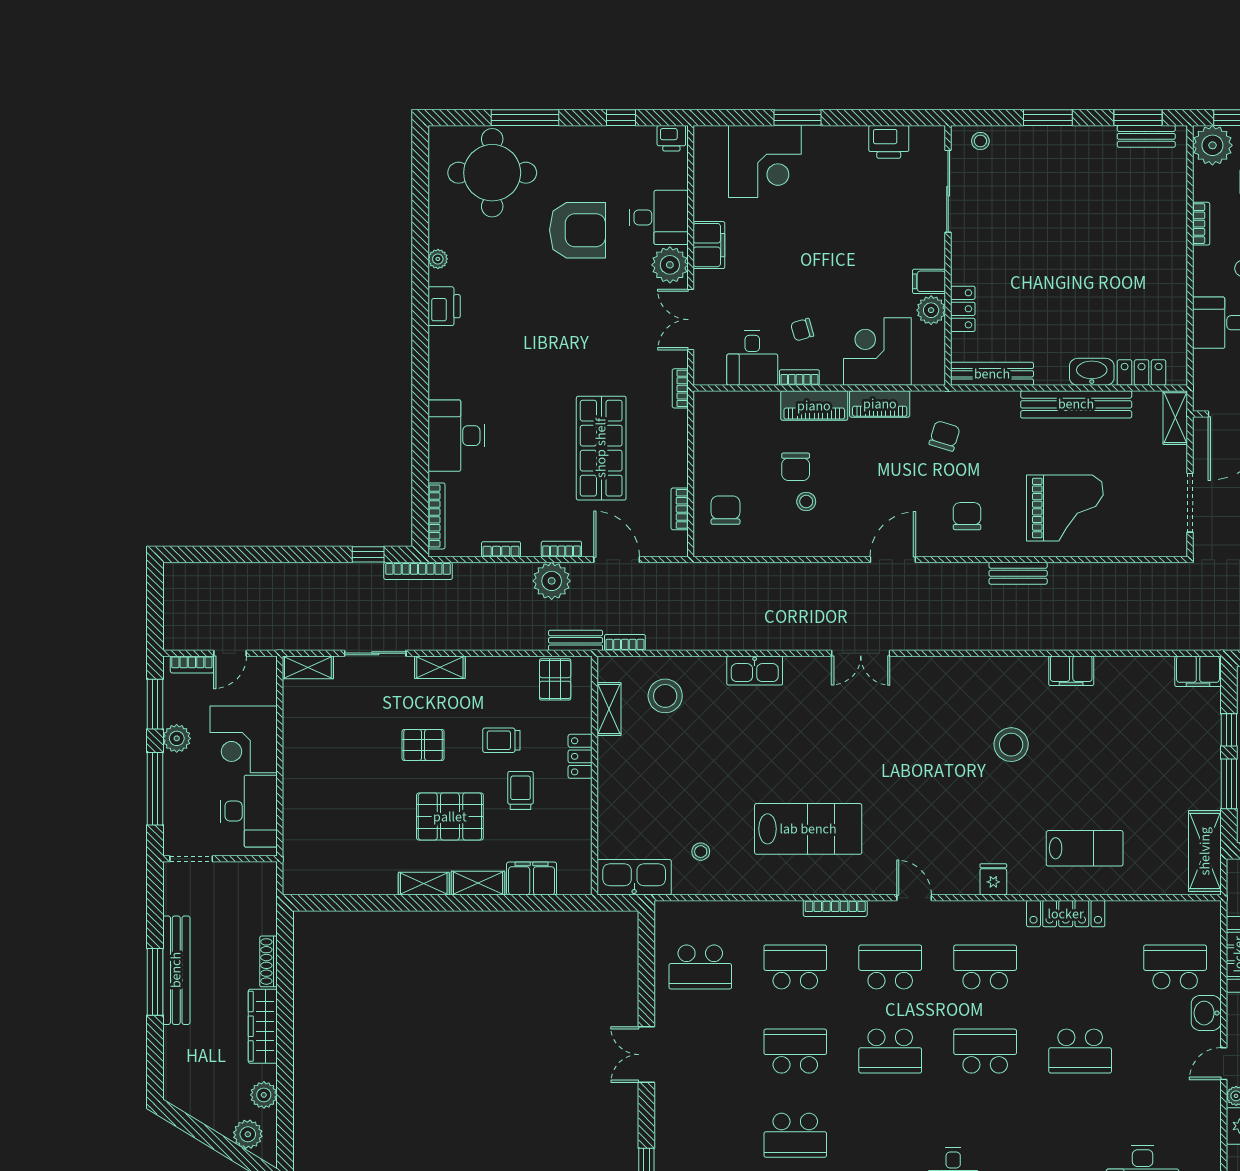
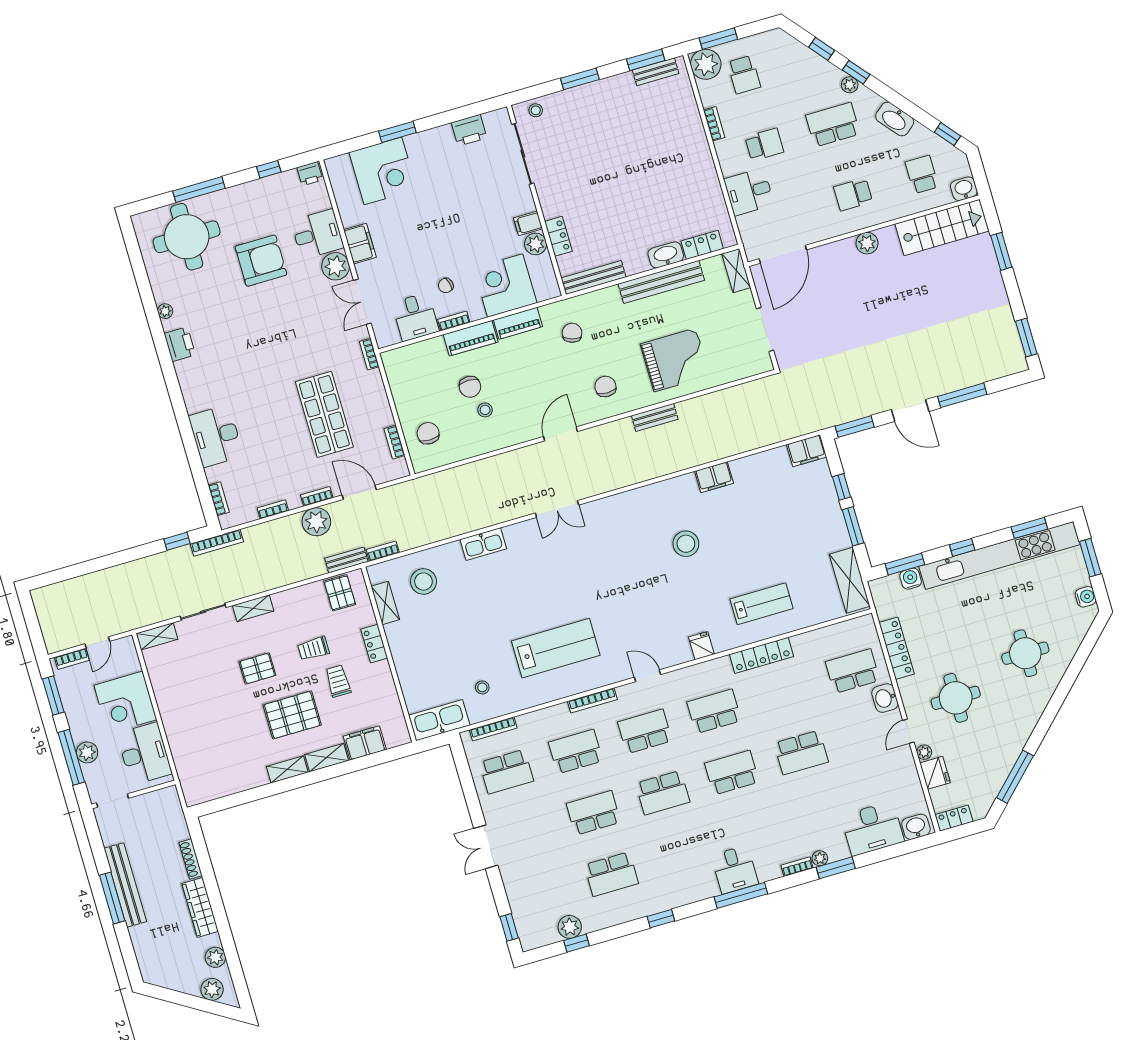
bookcase: (436, 516) -> (219, 499), width x0.64
plant: (177, 738) -> (87, 752), moved
bookcase: (699, 908) -> (493, 729), added

